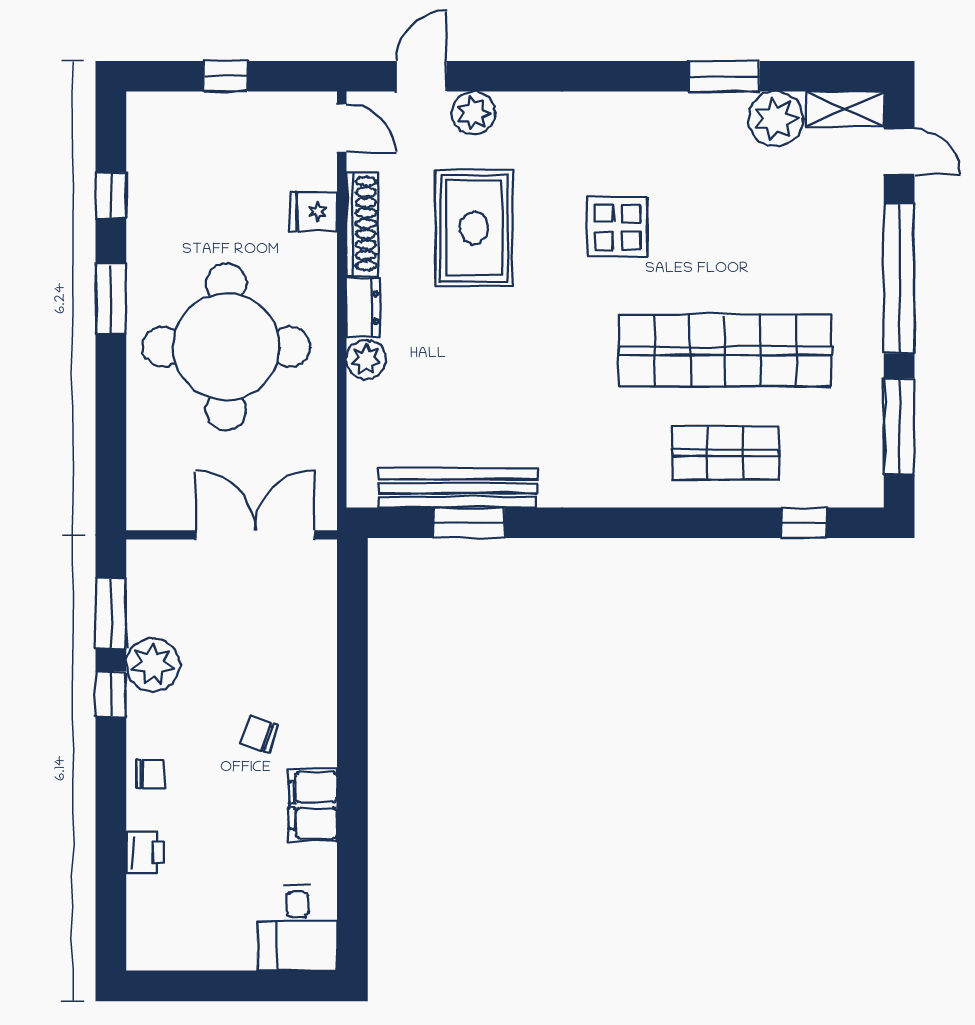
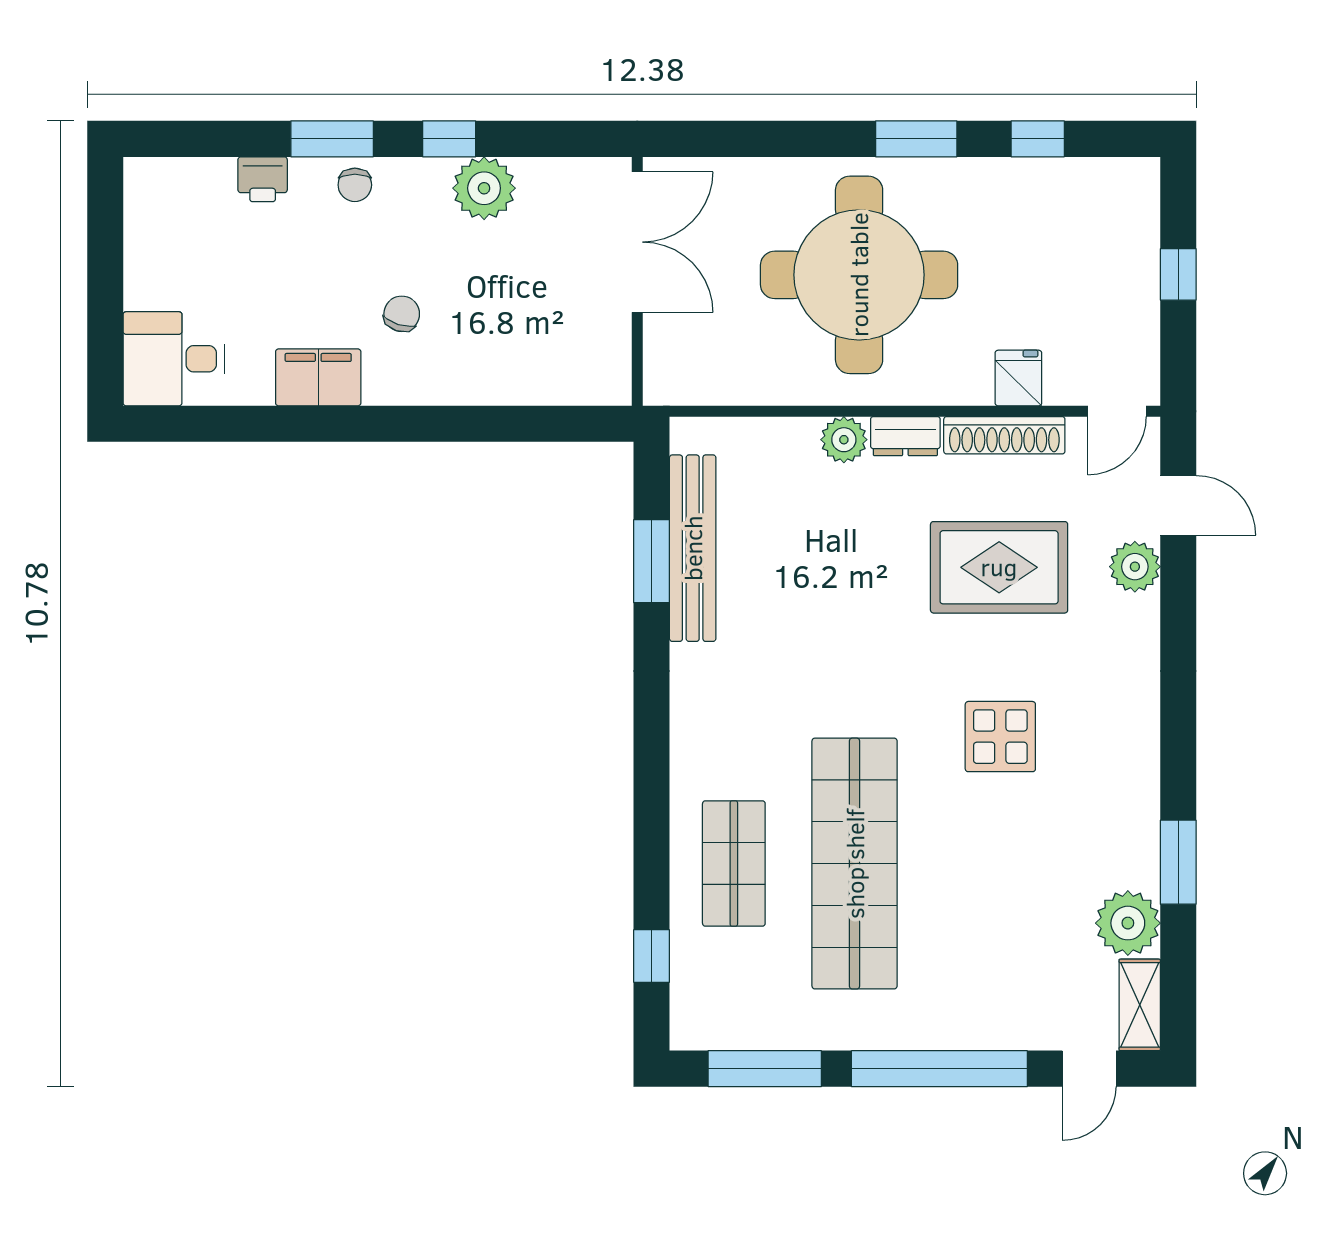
double door: (255, 535) -> (637, 242), moved
window: (111, 613) -> (332, 139), moved

